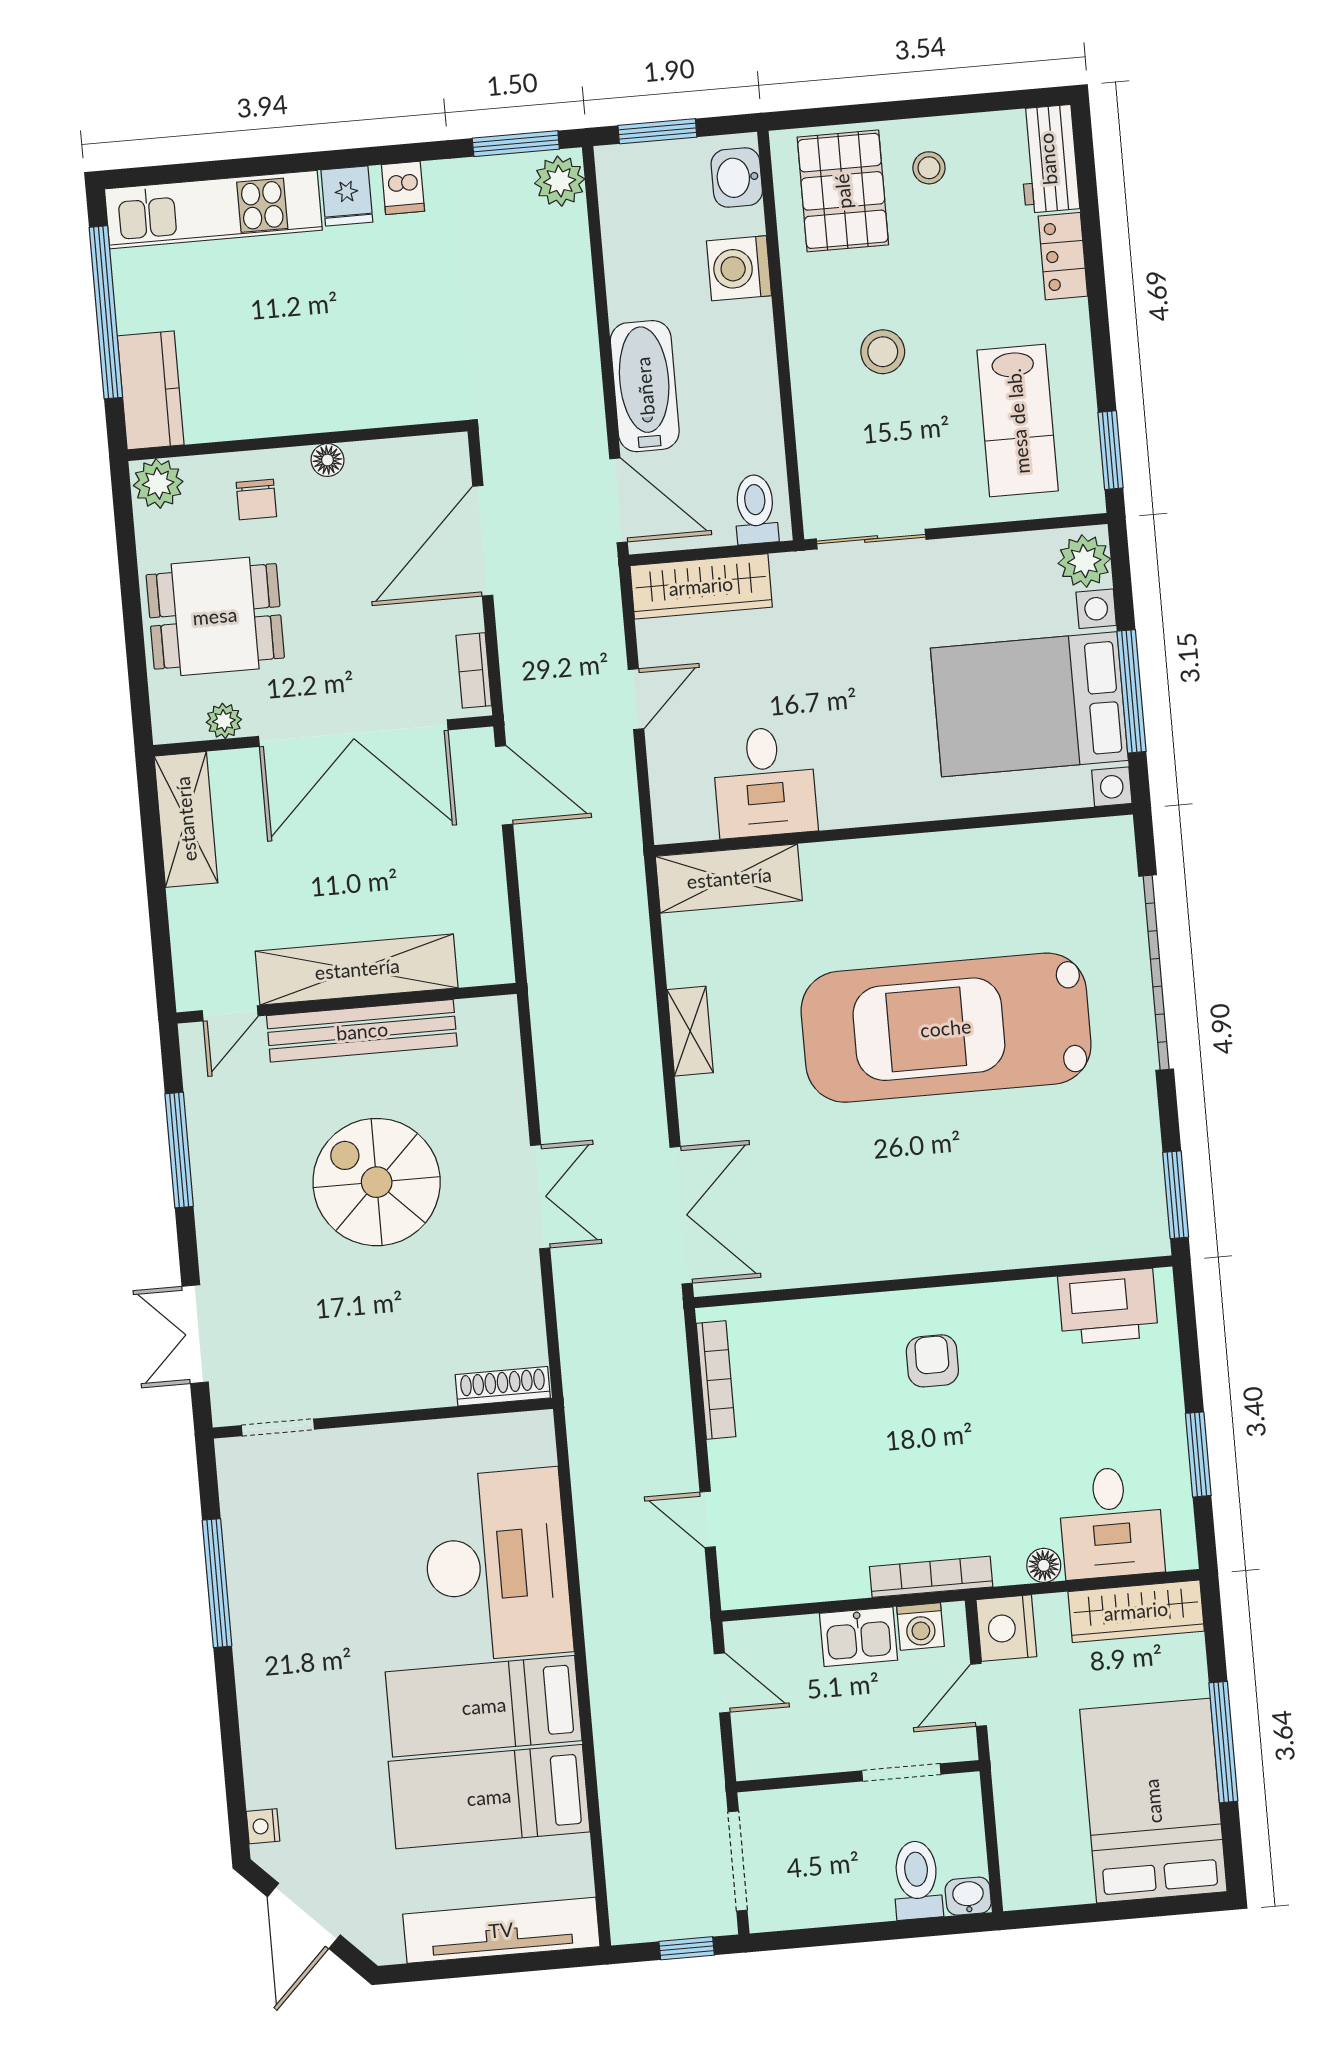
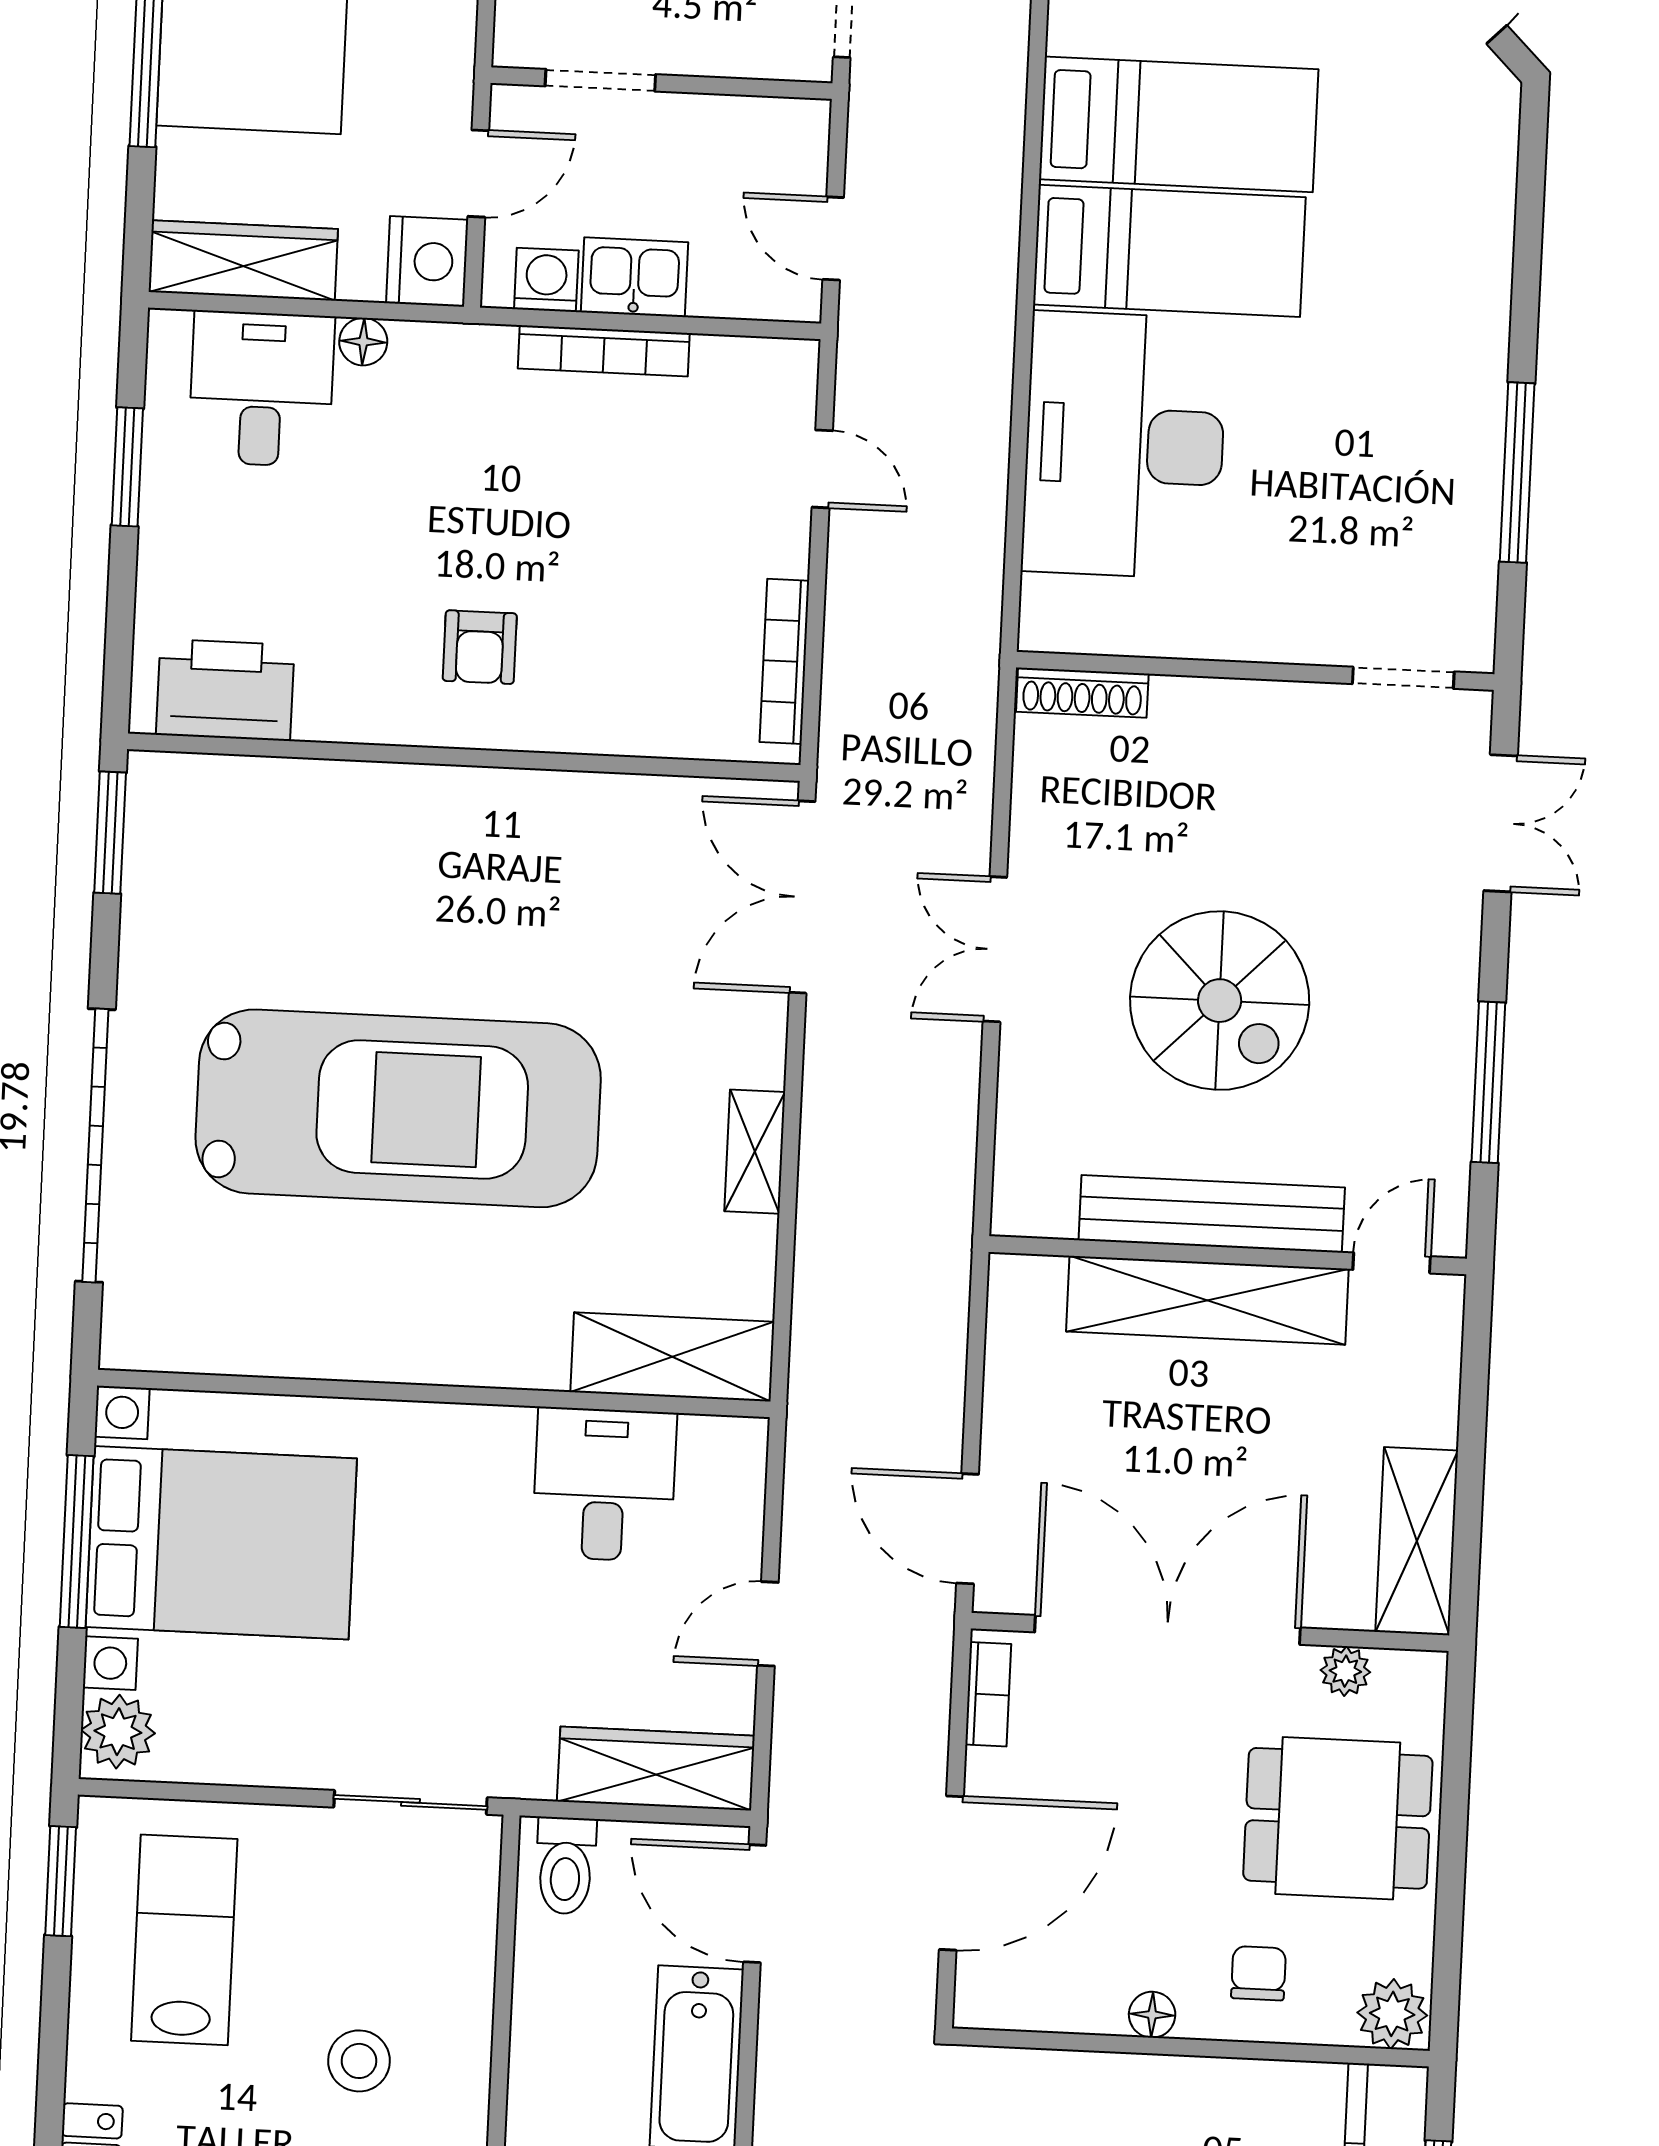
bookcase: (931, 1577) -> (604, 351), moved
nightstand: (263, 1826) -> (1499, 126), removed

